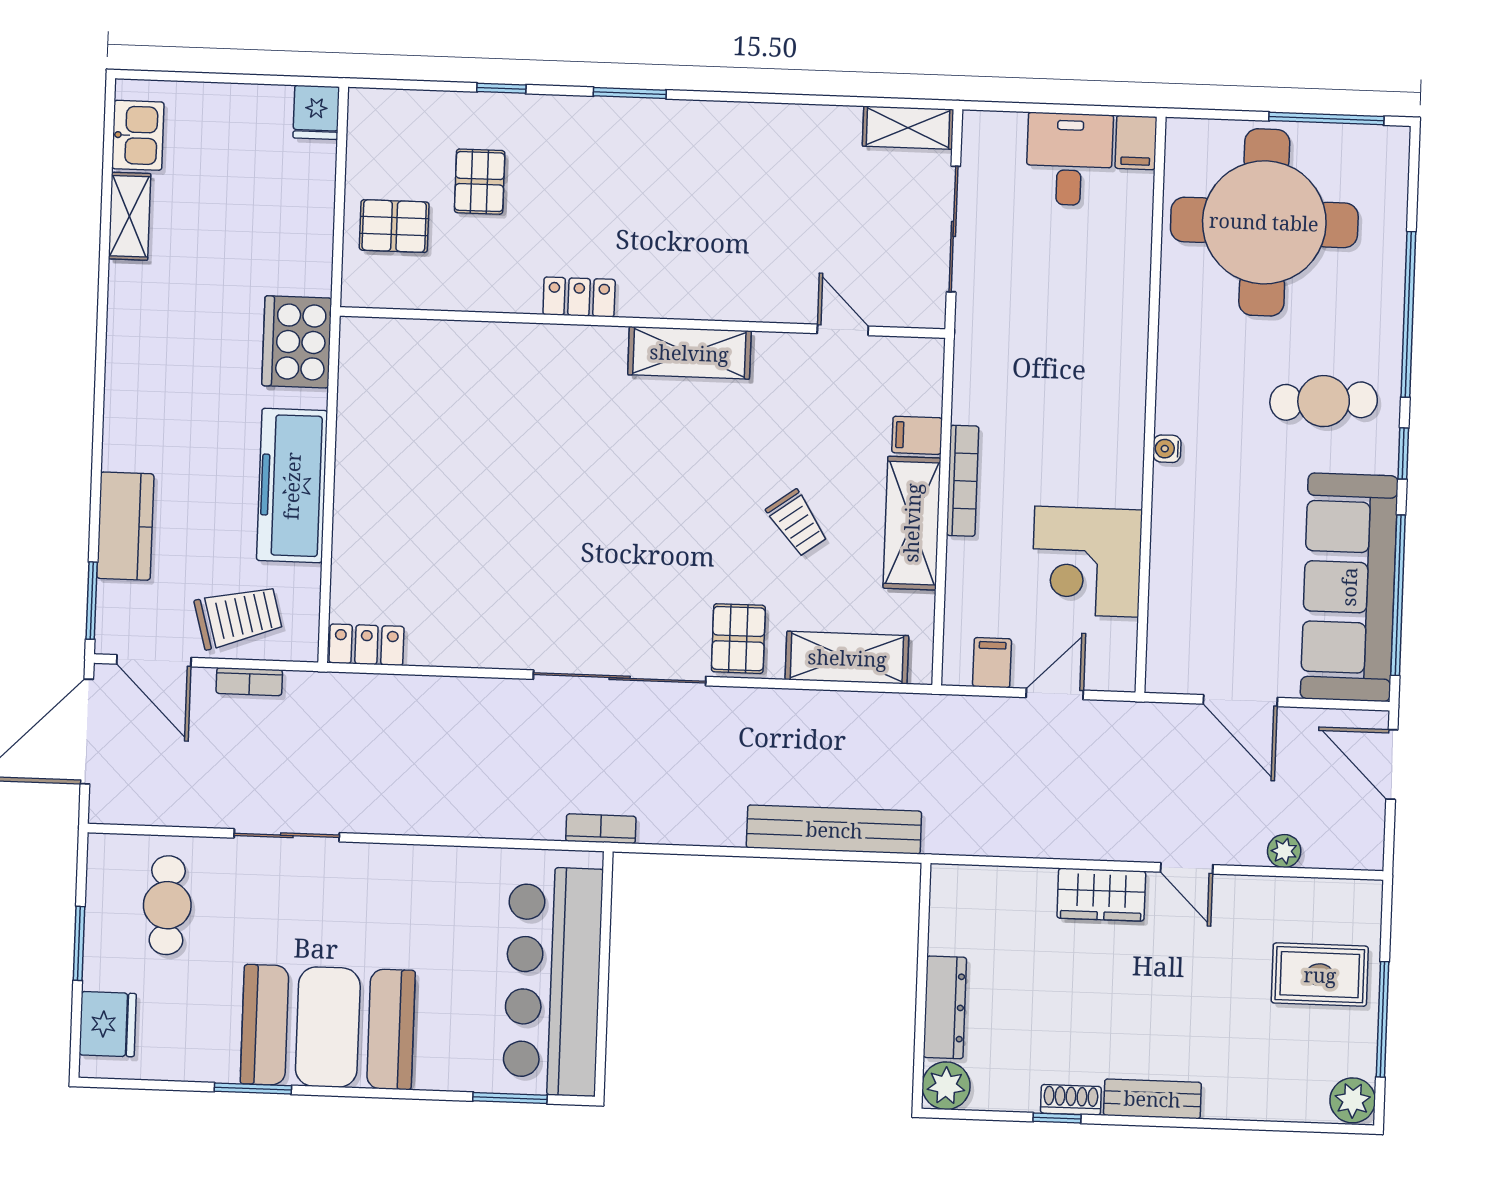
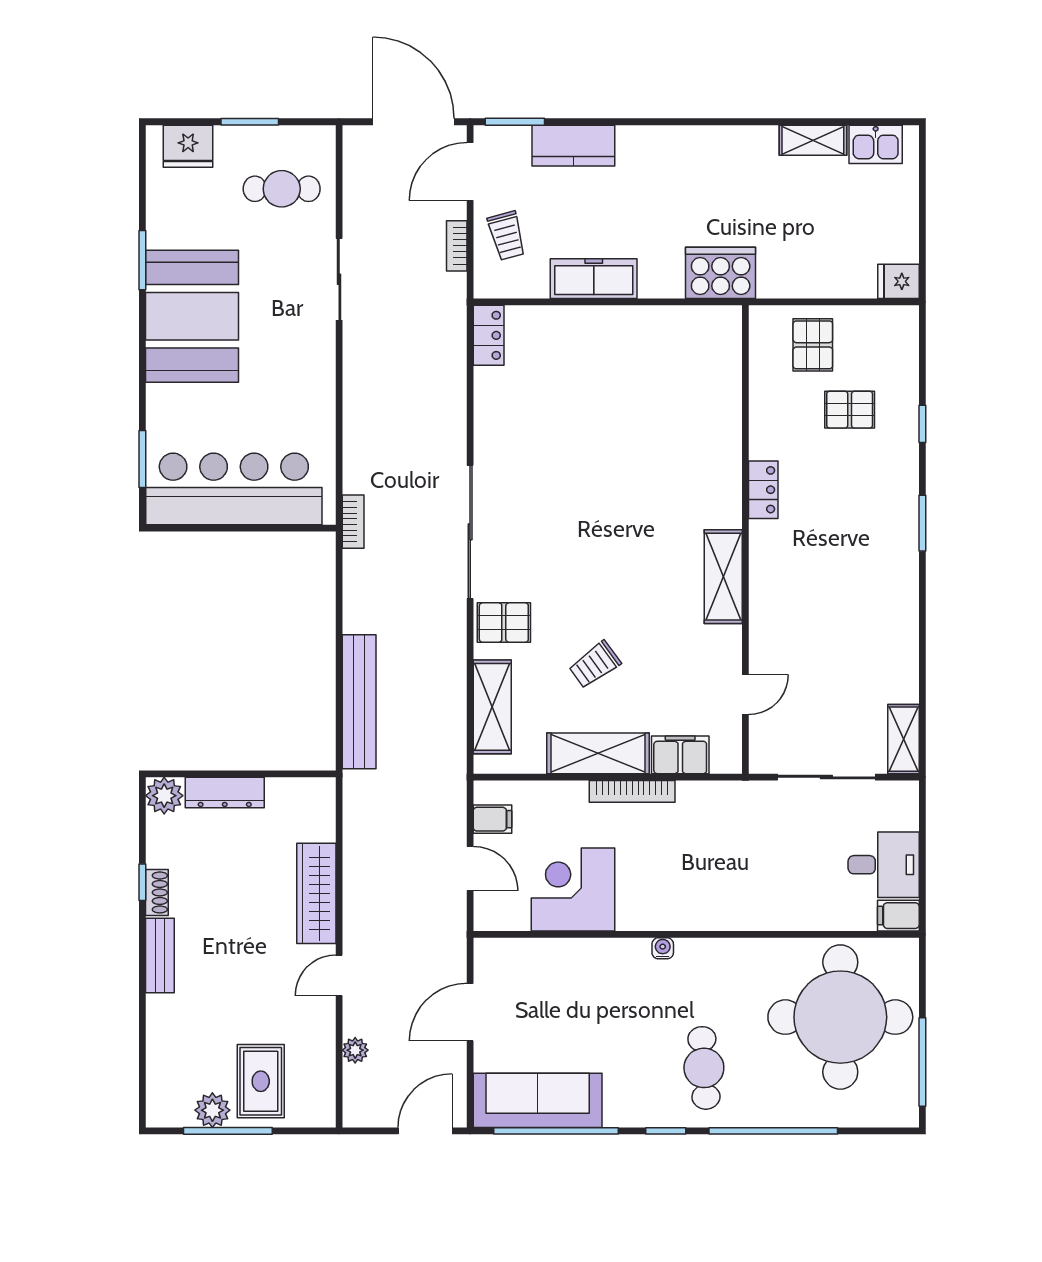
filing cabinet: (917, 435) -> (680, 755), width x2.00
freezer: (292, 486) -> (594, 279), width x0.73, depth x0.79
sofa: (1349, 587) -> (538, 1100), width x0.74, depth x0.79
trolley: (238, 617) -> (507, 236), width x0.73, depth x0.72
wardrobe: (1101, 895) -> (316, 893), width x1.50
plant: (1353, 1100) -> (212, 1110), moved

